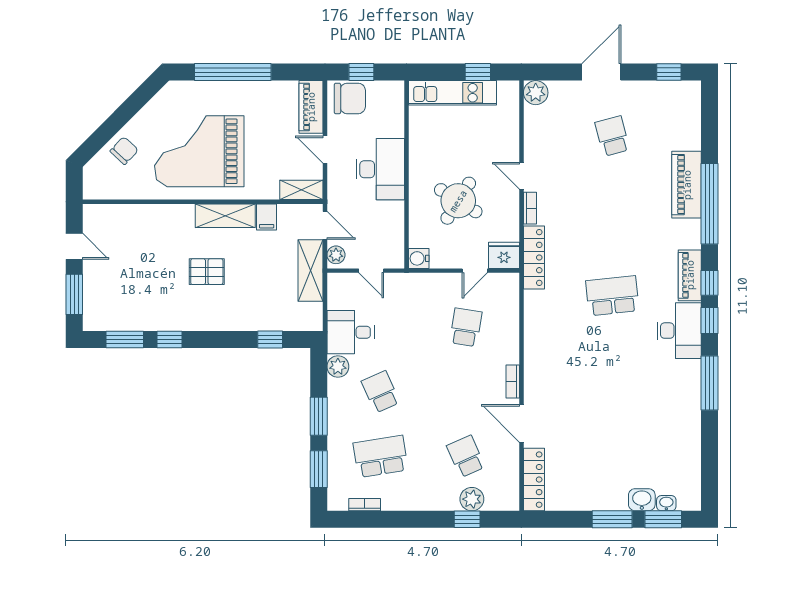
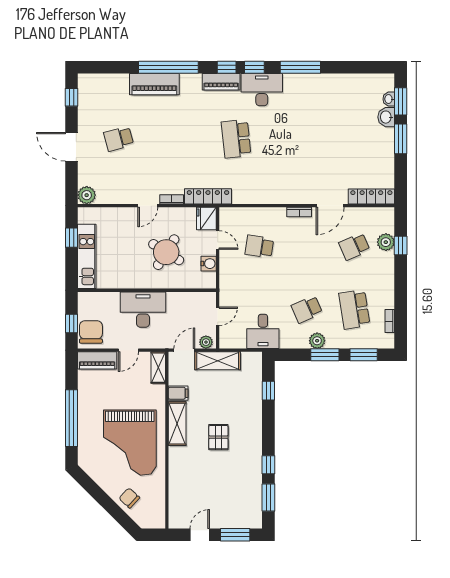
water cooler: (419, 258) -> (209, 264), moved, turned -90
plant: (338, 367) -> (317, 341), moved

